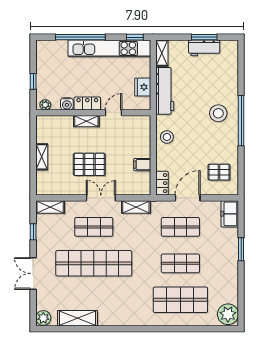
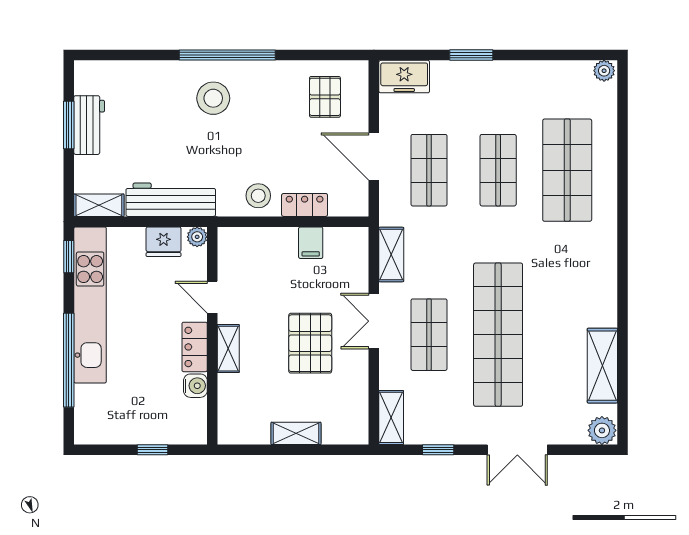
plant: (45, 105) -> (197, 237), moved
locker: (162, 183) -> (305, 205), moved
plant: (228, 314) -> (604, 71), width x0.53, depth x0.53

